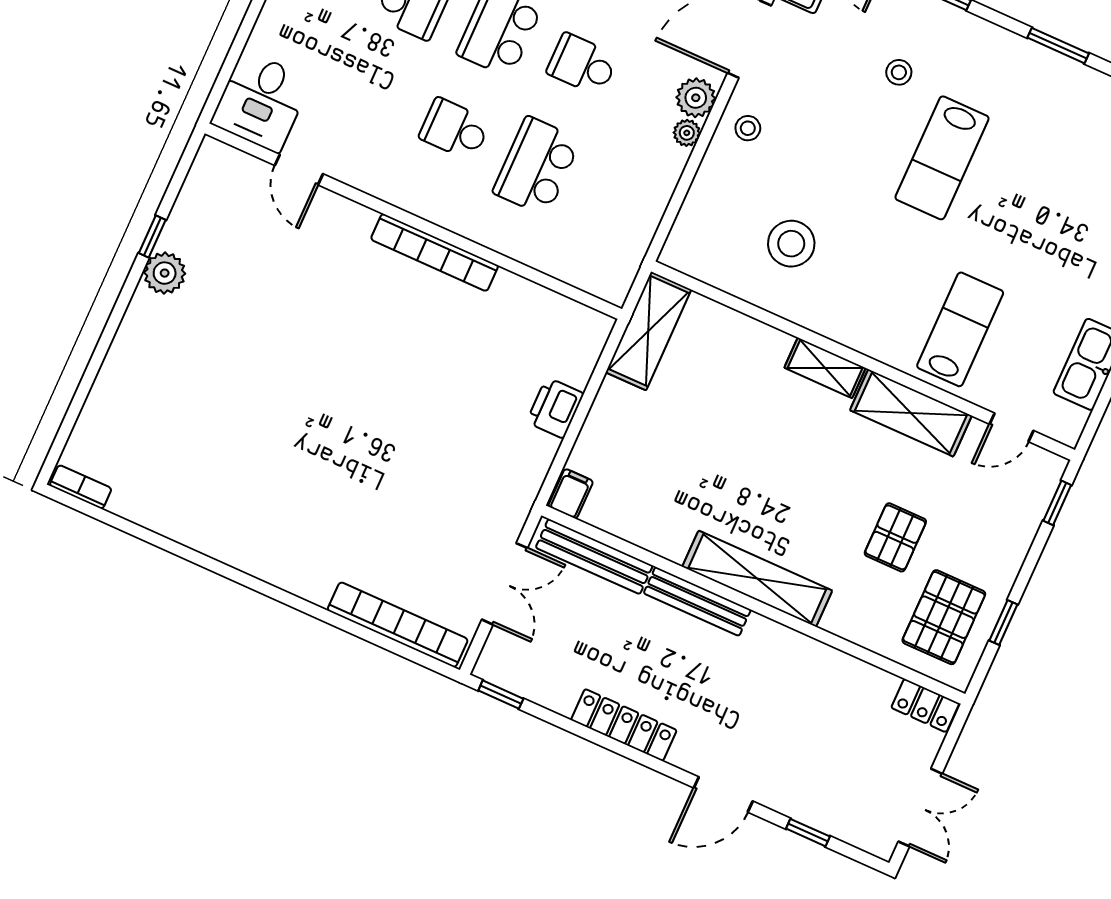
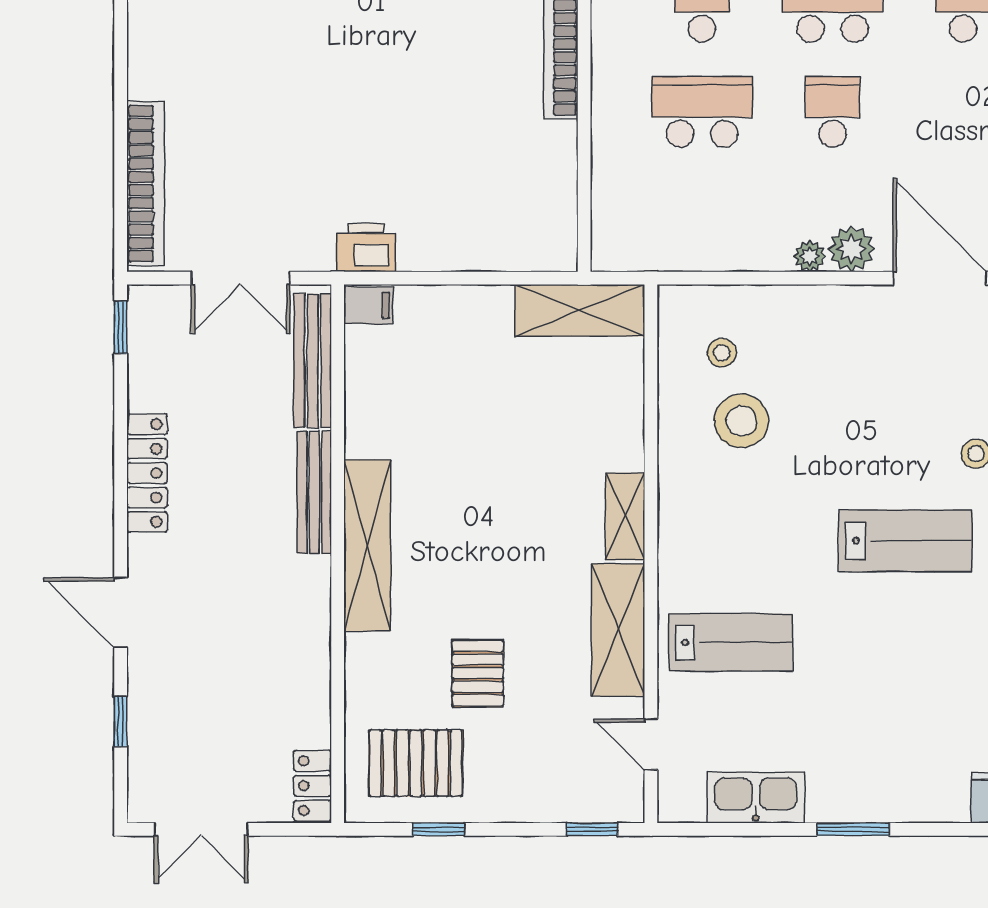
stool: (748, 128) -> (722, 353), moved
lab bench: (942, 158) -> (905, 541), turned 180
printer: (555, 408) -> (366, 248), moved
pallet: (895, 537) -> (478, 673), turned 90

